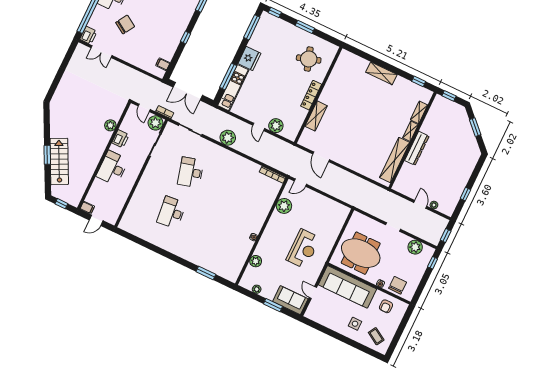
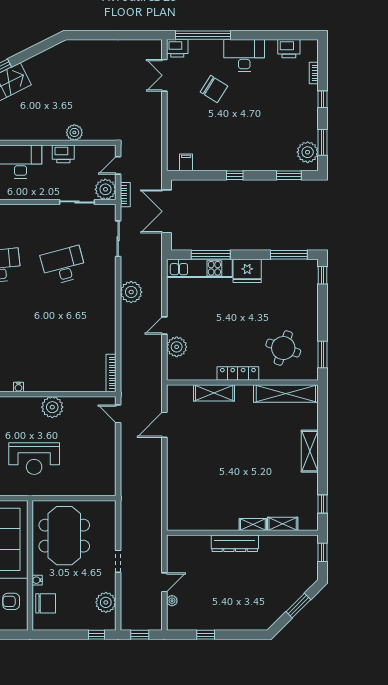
window: (305, 27) -> (323, 355), moved
round table: (309, 59) -> (283, 348), turned 37
shelving: (395, 160) -> (286, 394), moved
plant: (284, 206) -> (52, 407), moved

